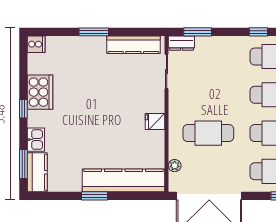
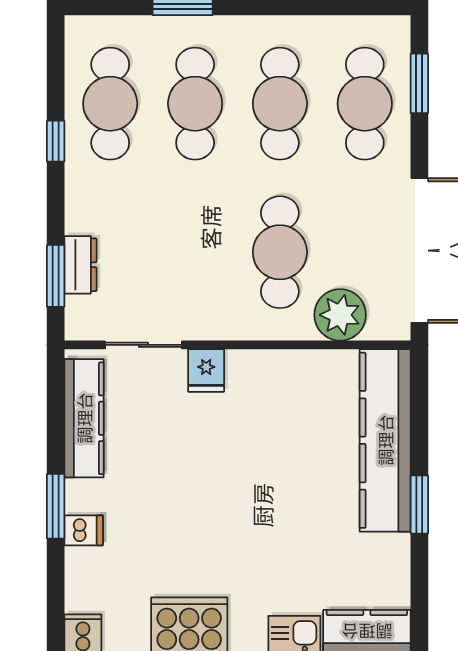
dresser: (181, 43) -> (80, 265), moved
dishwasher: (83, 45) -> (84, 530), added
fridge: (155, 121) -> (206, 370), moved
plant: (175, 166) -> (340, 315), width x1.88, depth x1.88

